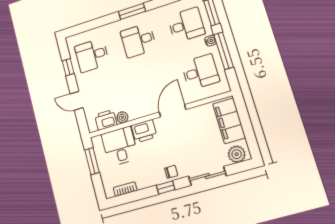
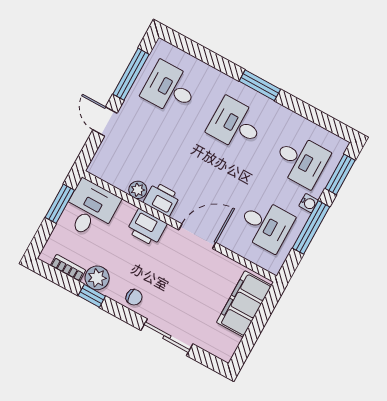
window: (68, 67) -> (131, 74), width x2.17
printer: (106, 120) -> (162, 199), moved
desk: (120, 146) -> (90, 209), moved
plant: (237, 154) -> (97, 278), moved
window: (166, 187) -> (92, 296), moved

